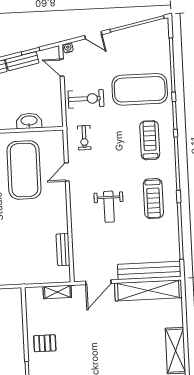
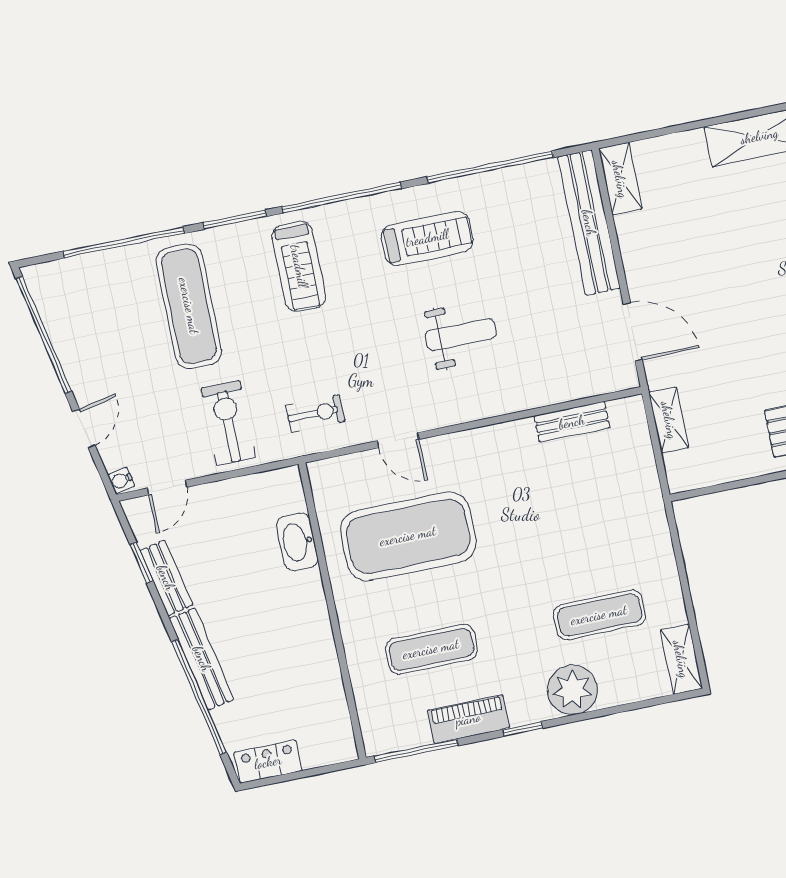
exercise mat: (140, 89) -> (189, 306), width x0.68
treadmill: (150, 140) -> (299, 266), turned -90
shelving: (148, 290) -> (620, 179), width x0.45, depth x0.75

